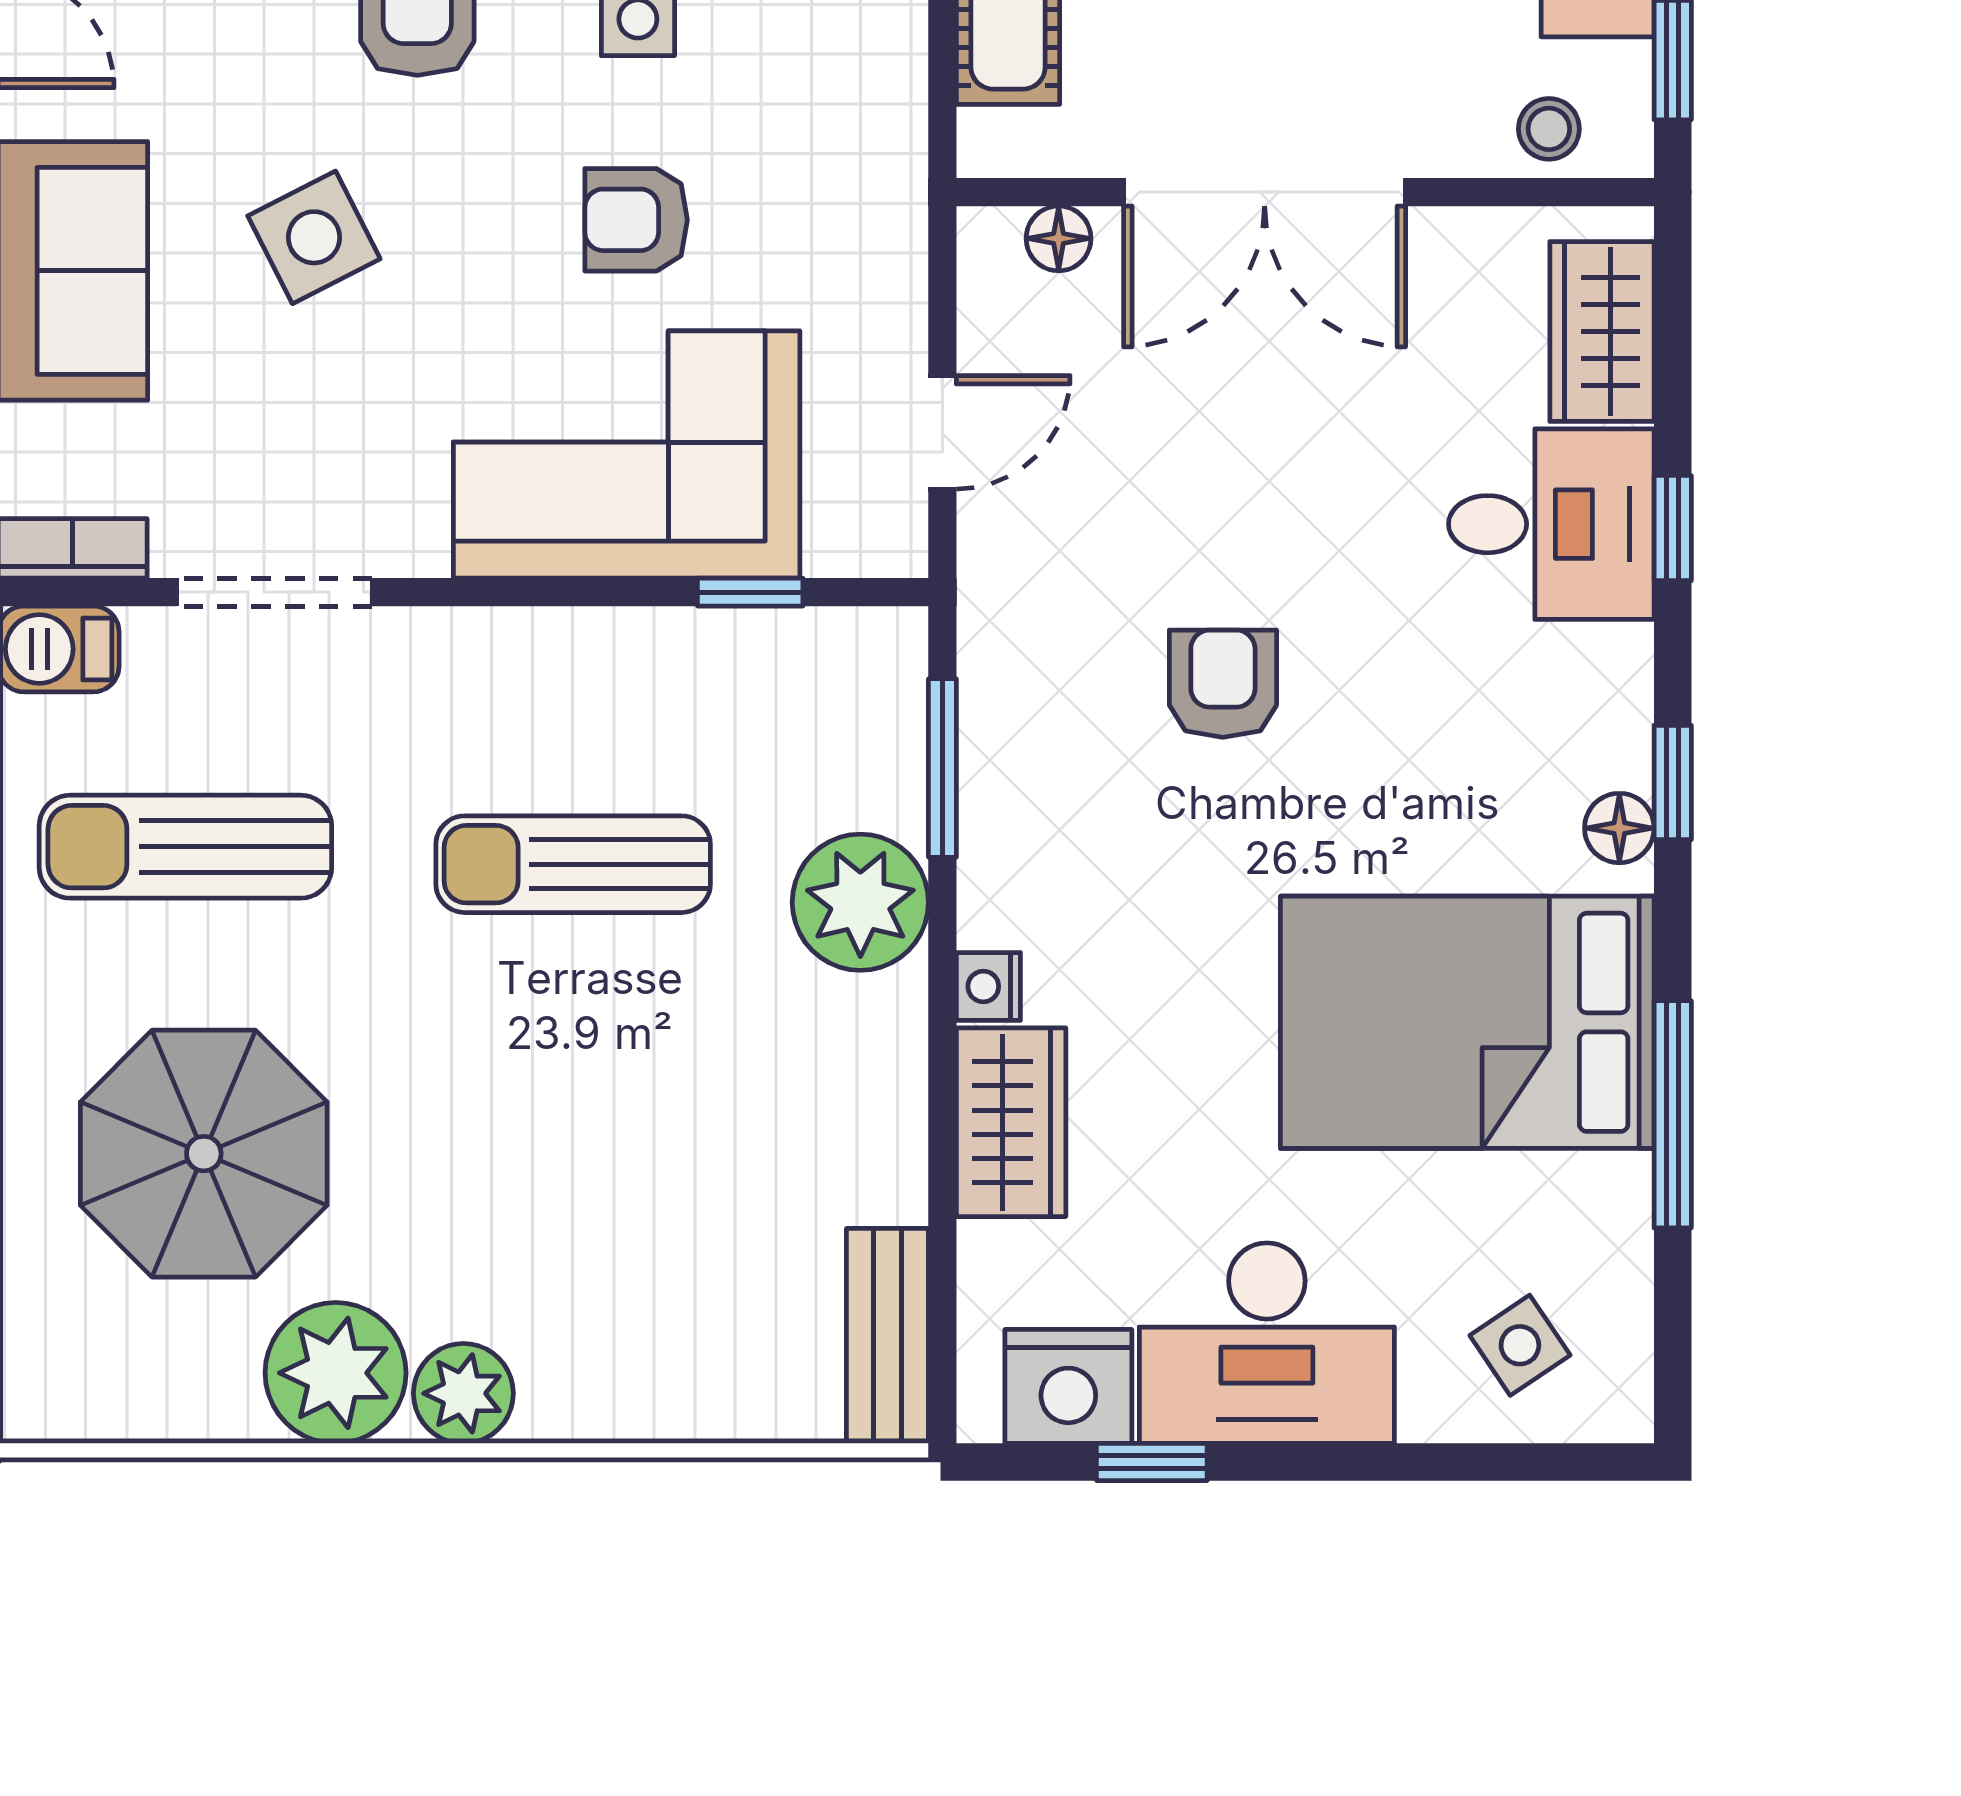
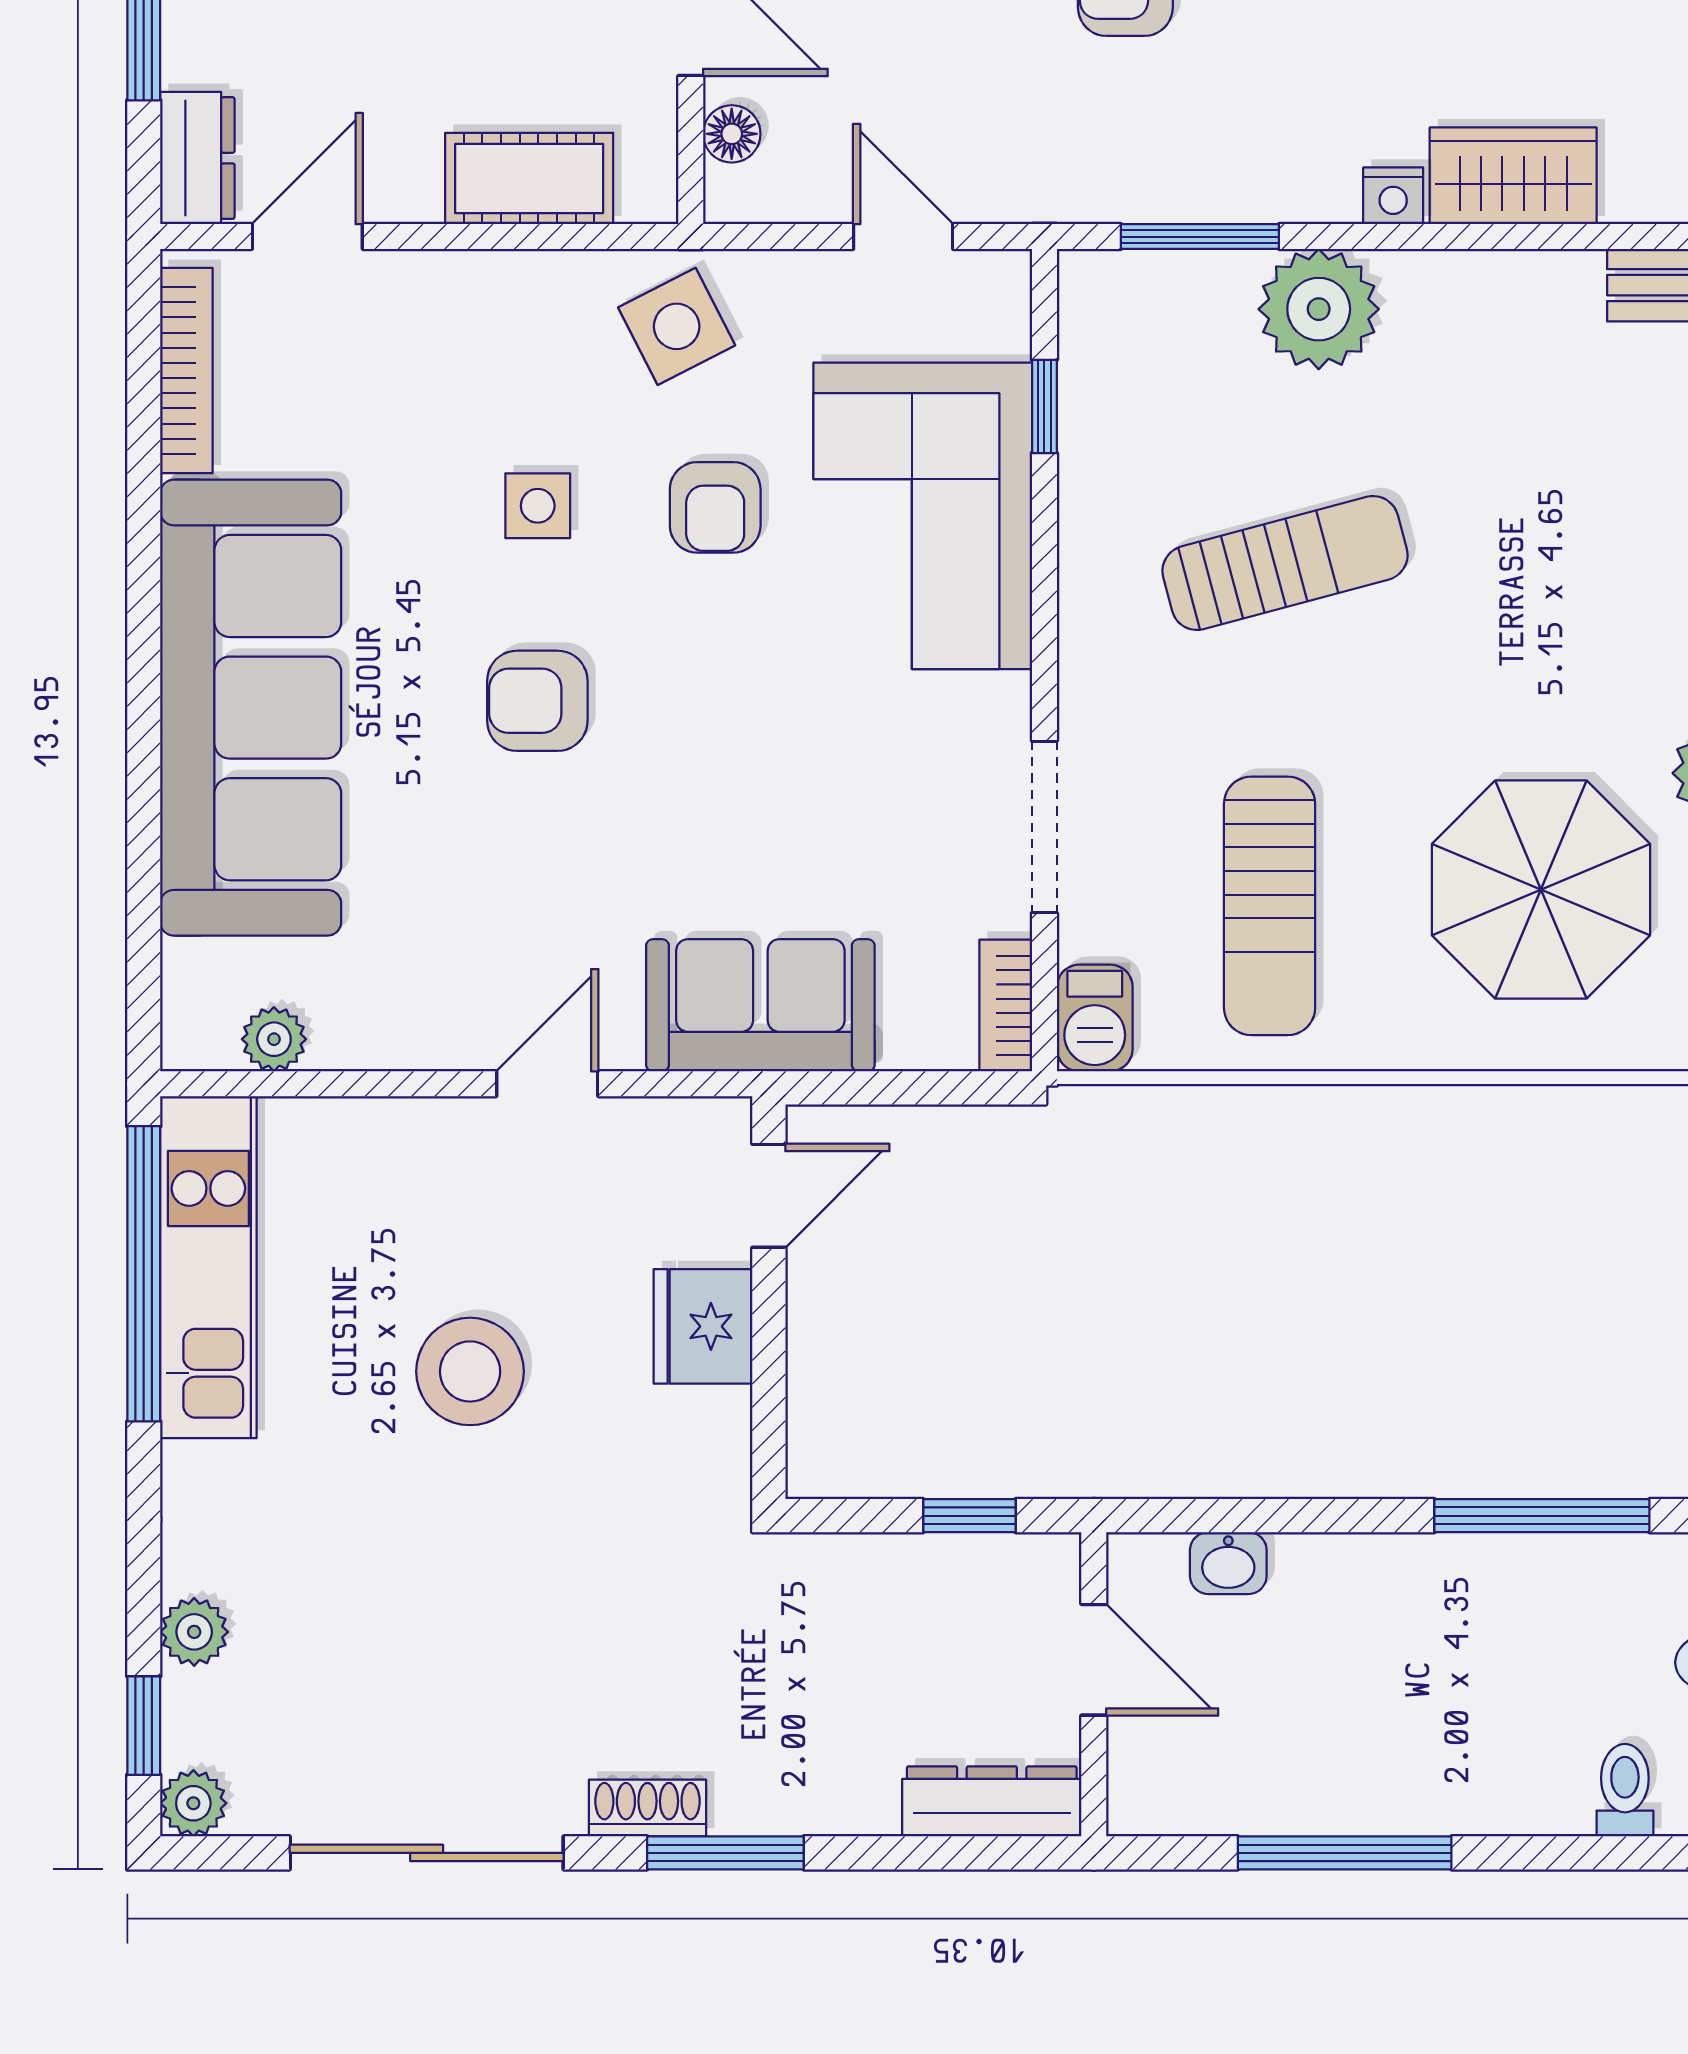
side table: (314, 237) -> (677, 326), moved
sun lounger: (573, 864) -> (1285, 563), turned -105

